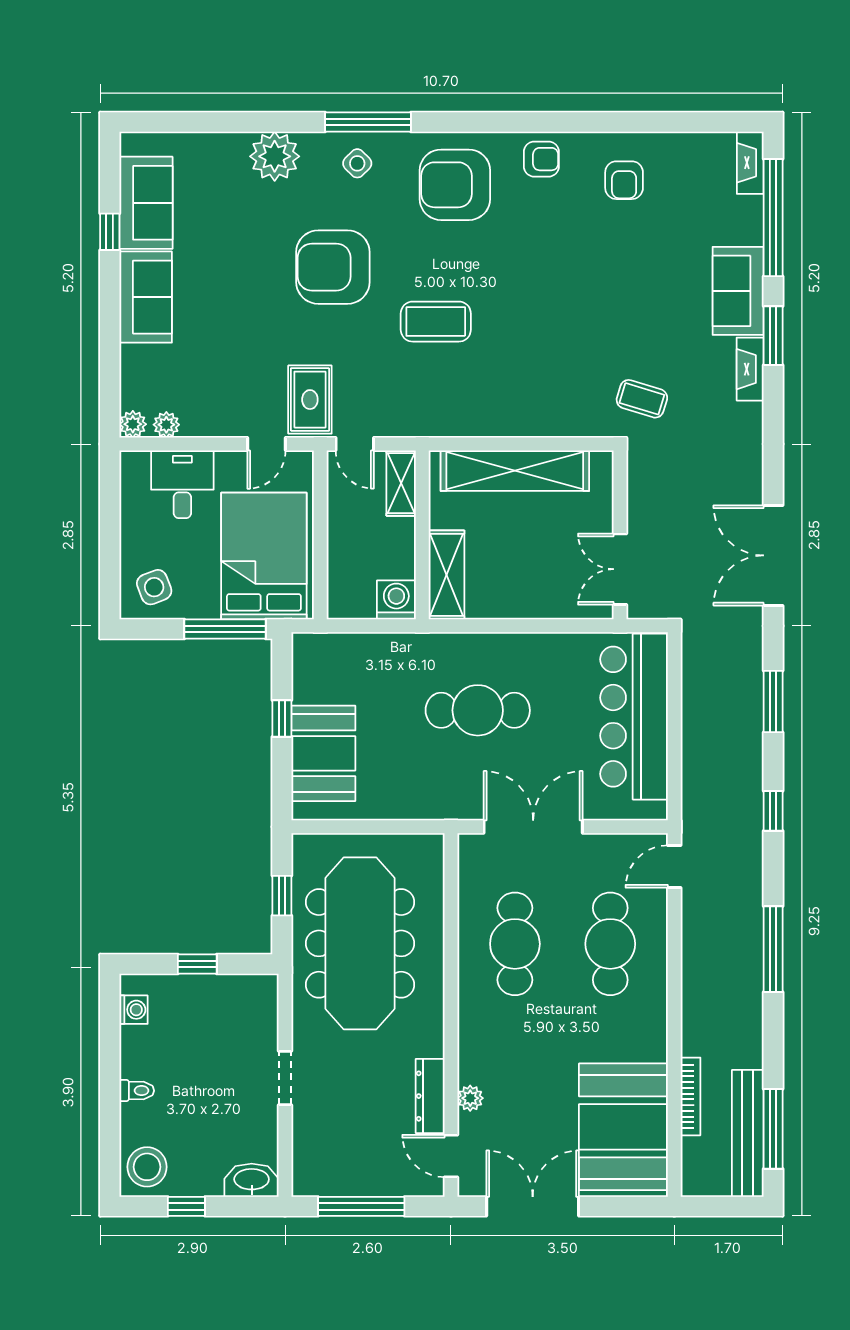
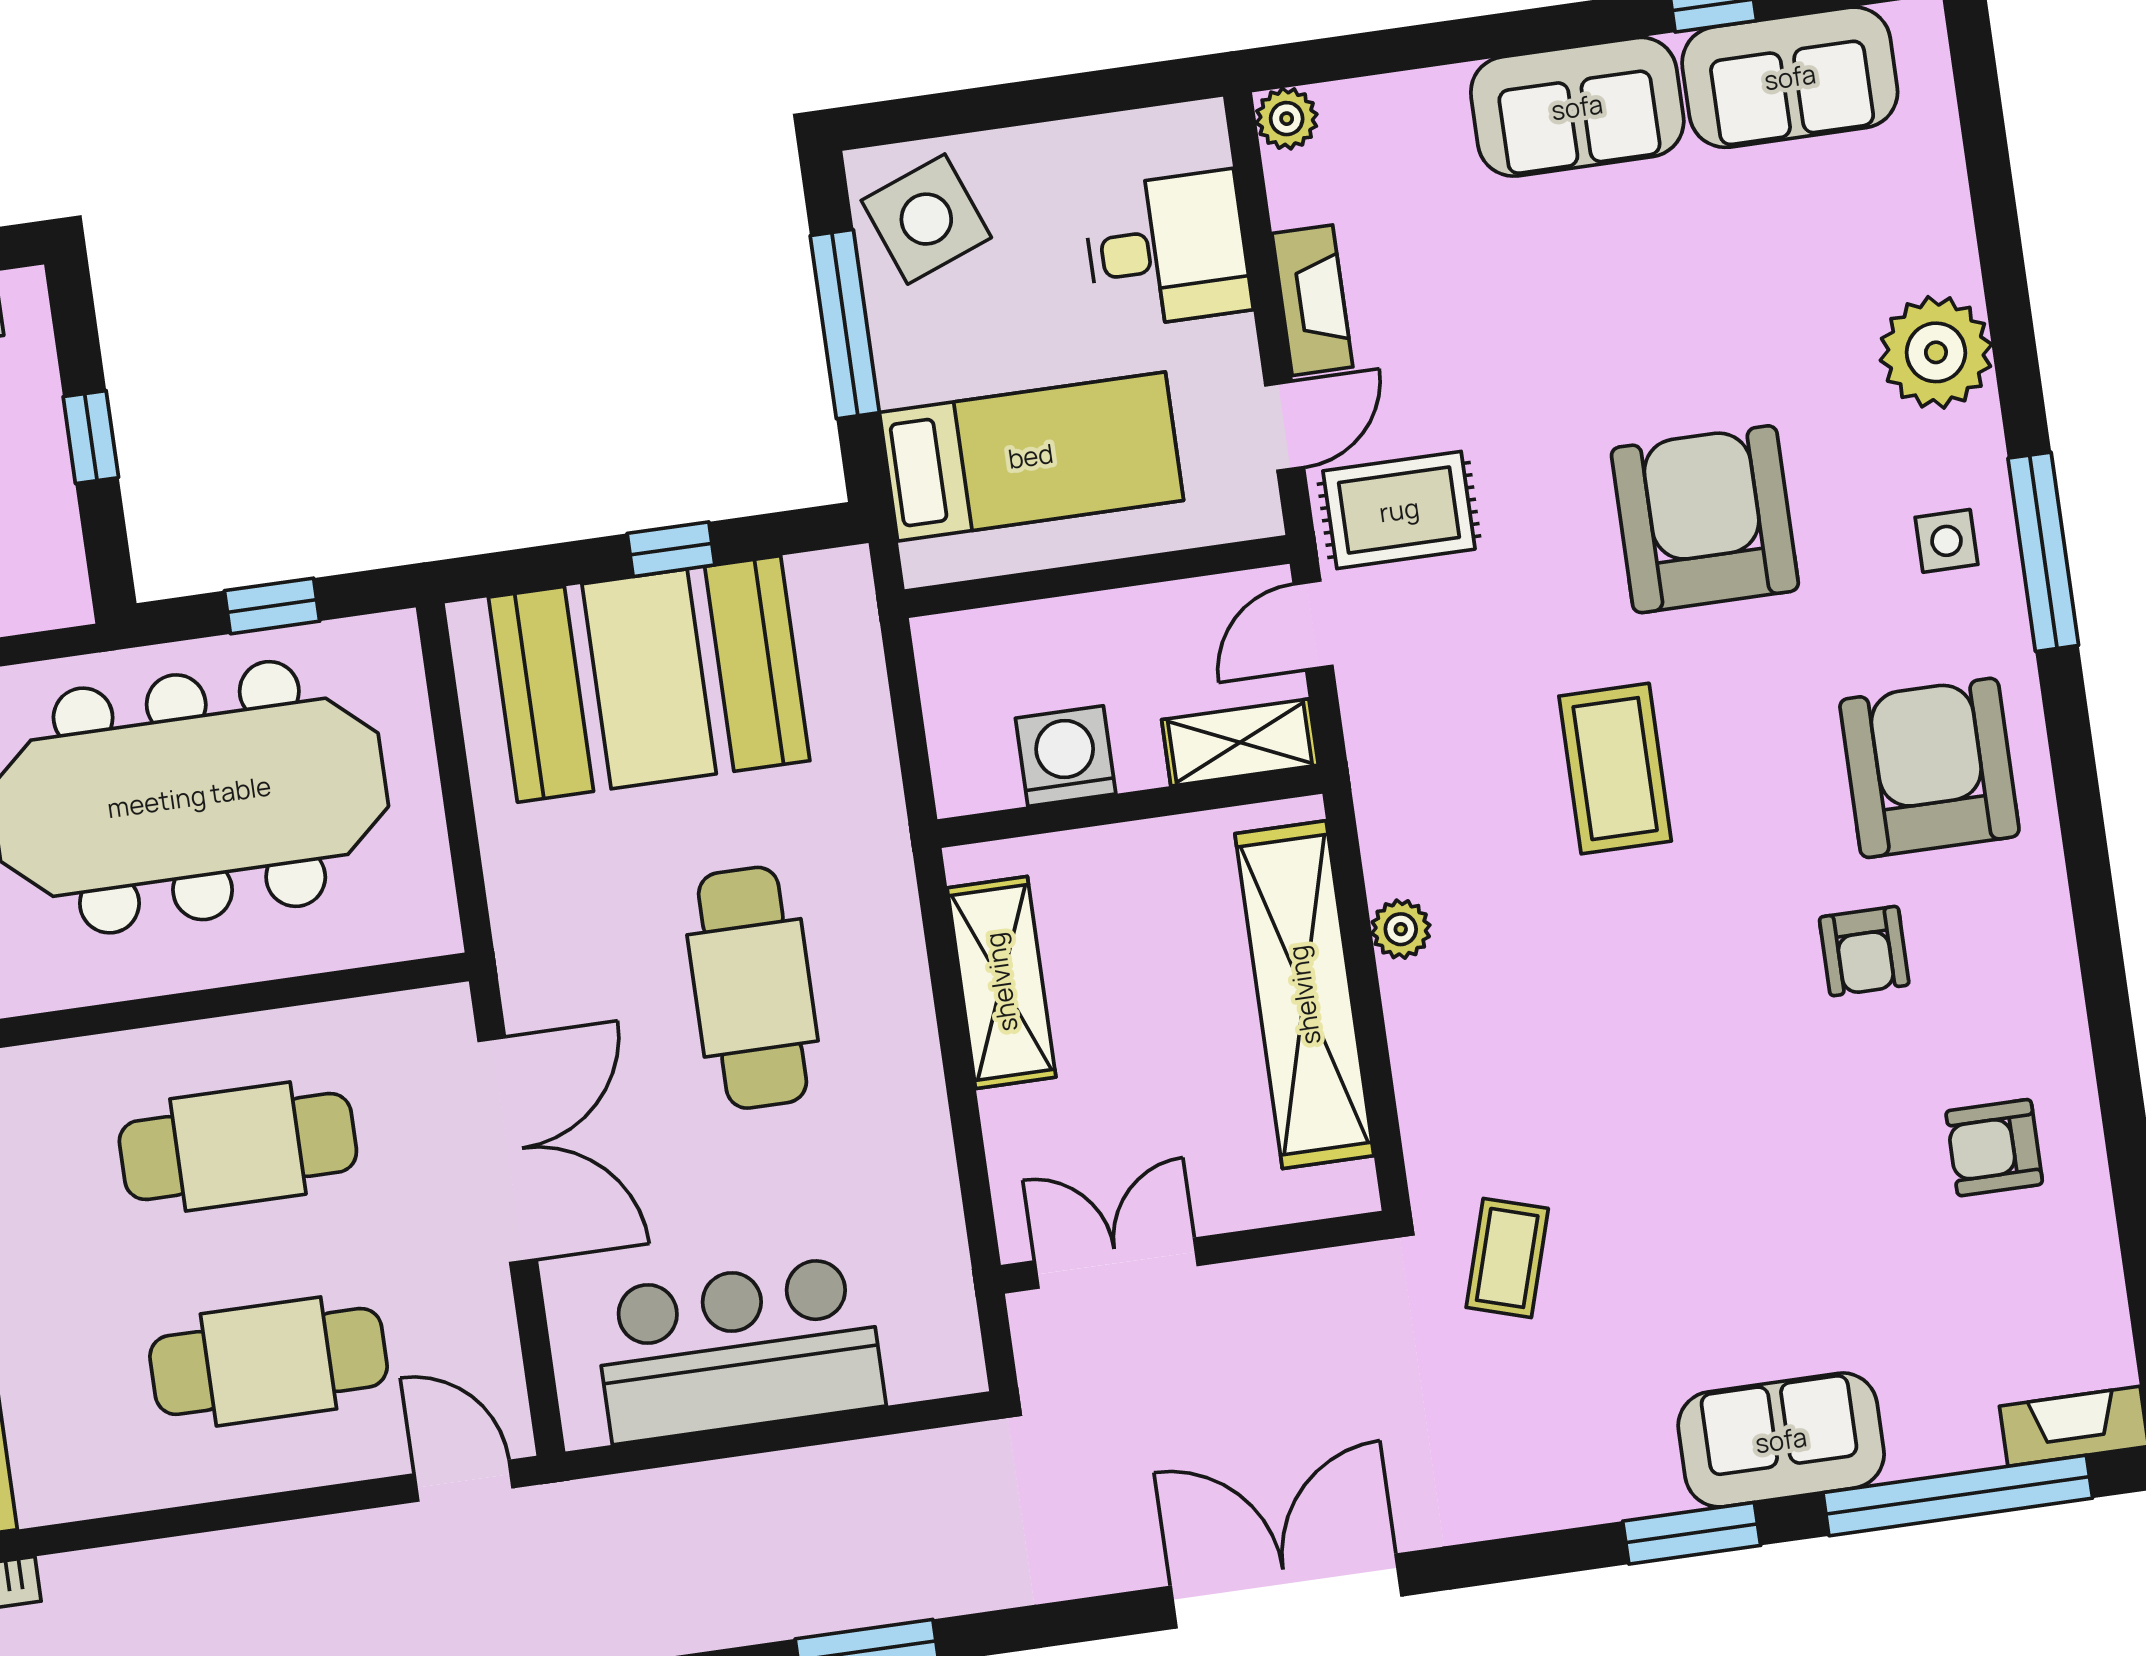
armchair: (541, 159) -> (1864, 951), moved
side table: (357, 163) -> (1946, 541), turned 45
fireplace: (750, 369) -> (1312, 300), moved, turned 90
plant: (166, 425) -> (1401, 929), moved
door: (266, 444) -> (1285, 426), swing flipped
double door: (773, 555) -> (1286, 1591), moved
bed: (264, 556) -> (1031, 456), width x0.67
shelving: (446, 575) -> (1001, 982), moved, turned 90
side table: (154, 587) -> (926, 219), width x1.37, depth x1.37
washing machine: (396, 600) -> (1066, 756), moved, turned -90
window: (225, 629) -> (845, 324), moved
bar counter: (634, 717) -> (739, 1349), width x0.73
booth: (323, 753) -> (649, 679), width x1.36, depth x1.42

